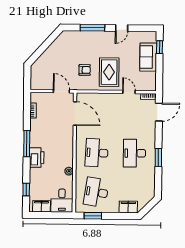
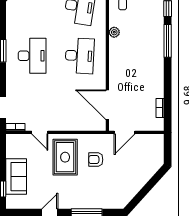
door: (61, 91) -> (125, 132), hinge flipped
window: (27, 144) -> (168, 41), moved
printer: (37, 158) -> (155, 49), removed

